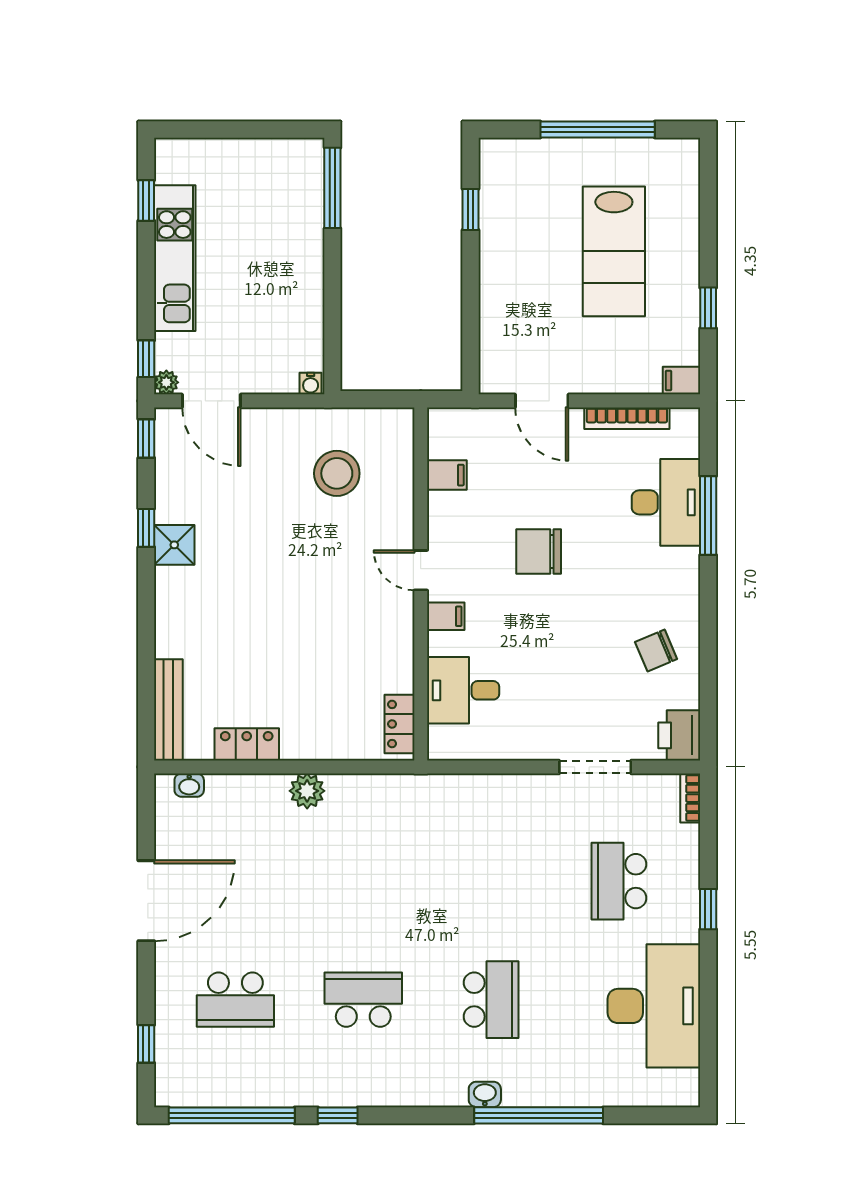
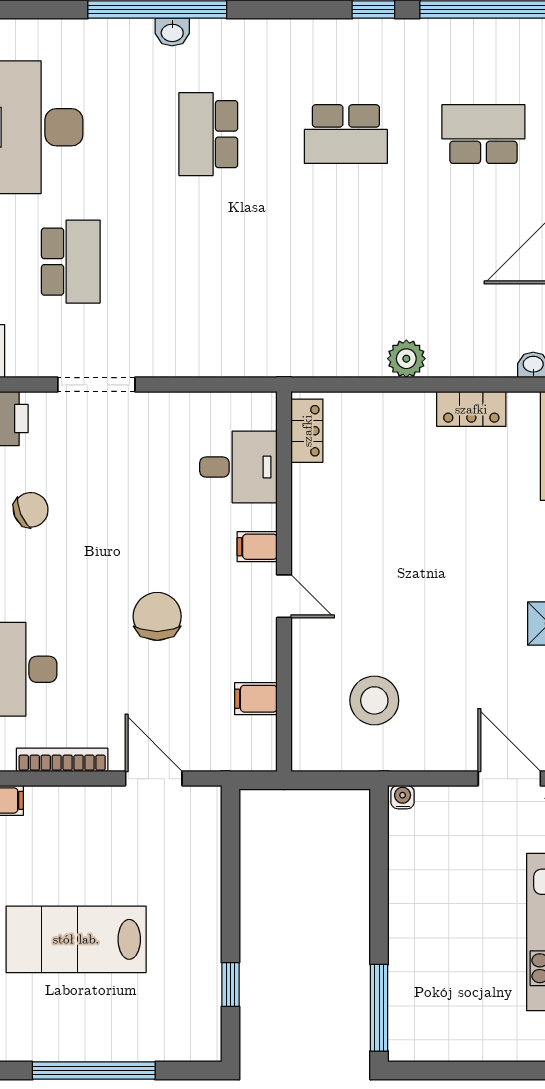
lab bench: (614, 251) -> (76, 939), turned -90
chair: (539, 551) -> (157, 616), turned -90
washbasin: (485, 1094) -> (172, 32), moved

